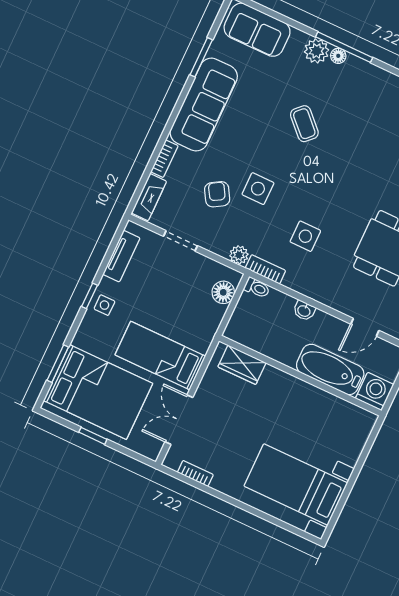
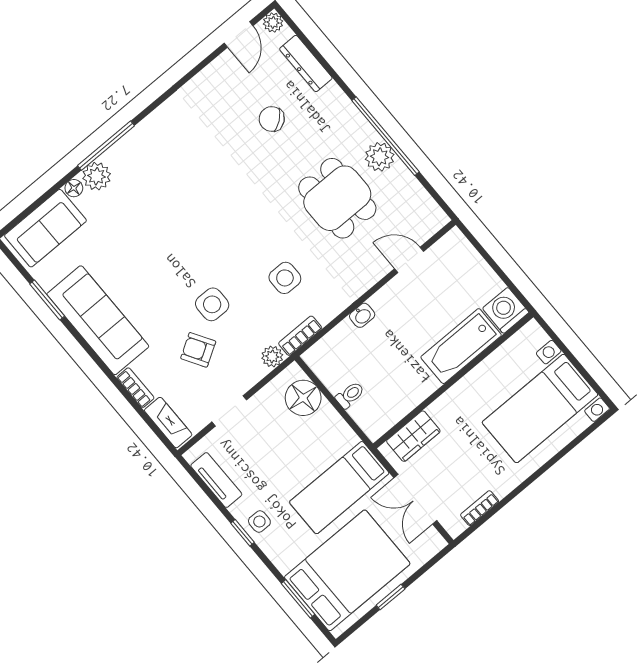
floor lamp: (338, 56) -> (74, 188), moved
coffee table: (304, 124) -> (167, 224), removed
toilet: (257, 288) -> (350, 395), moved
floor lamp: (223, 292) -> (303, 398), width x1.38, depth x1.38
door: (365, 327) -> (409, 260), swing flipped
wardrobe: (242, 365) -> (413, 436), moved
bathtub: (330, 369) -> (461, 346), moved
wall: (300, 376) -> (453, 380), moved
washing machine: (375, 391) -> (506, 310), moved

